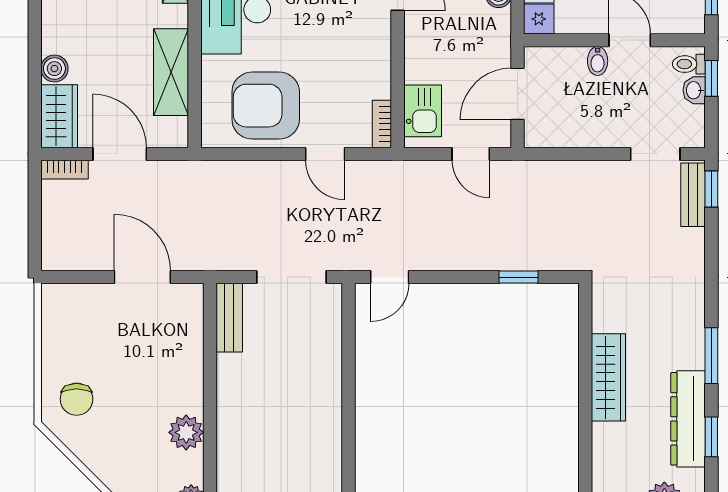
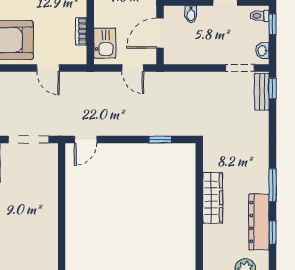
bidet: (598, 61) -> (191, 14), moved
washbasin: (694, 90) -> (263, 51), moved
bookcase: (382, 124) -> (81, 31), moved

